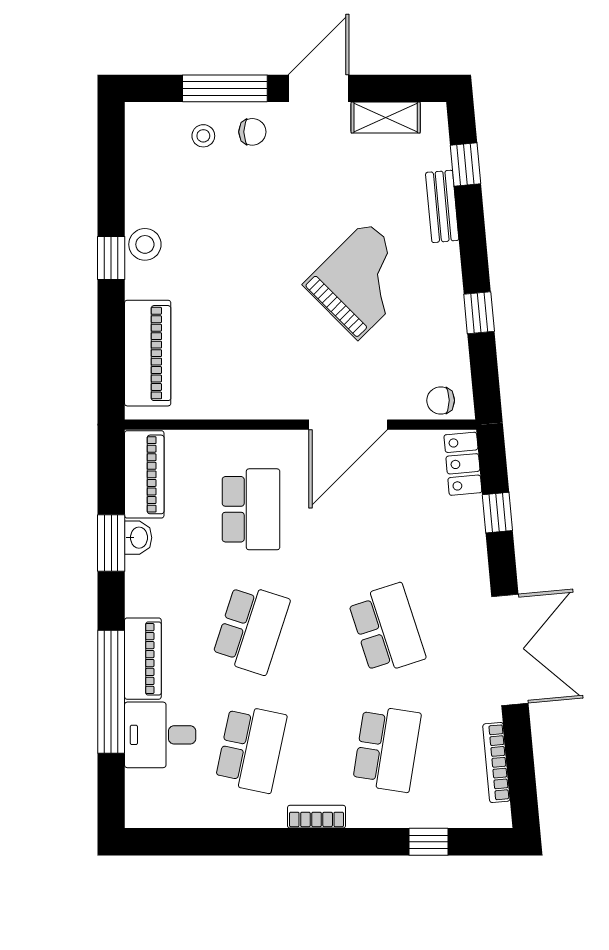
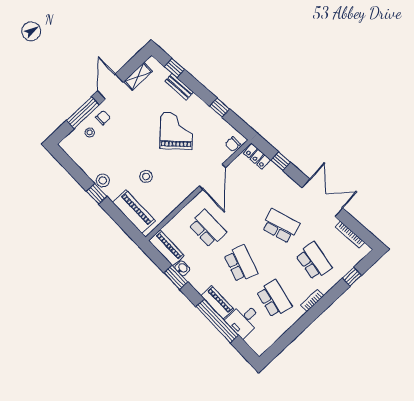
stool: (230, 311) -> (146, 176), added

